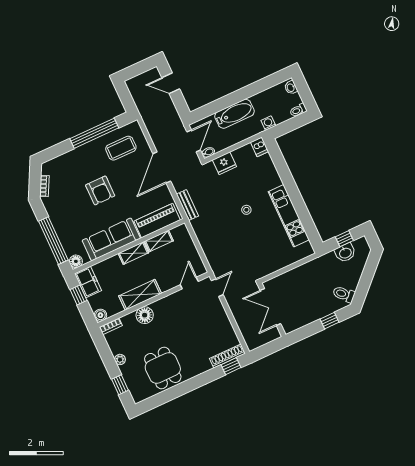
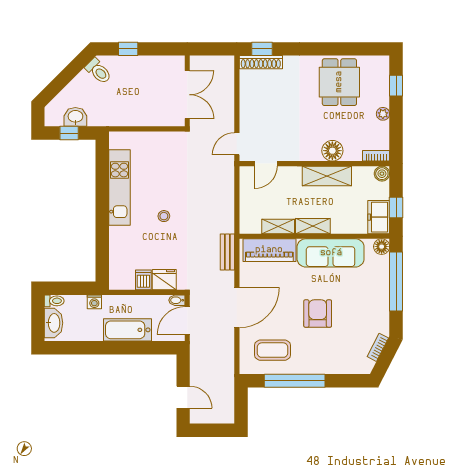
washbasin: (291, 88) -> (54, 323), width x1.91, depth x1.45
dishwasher: (259, 147) -> (143, 280), moved

